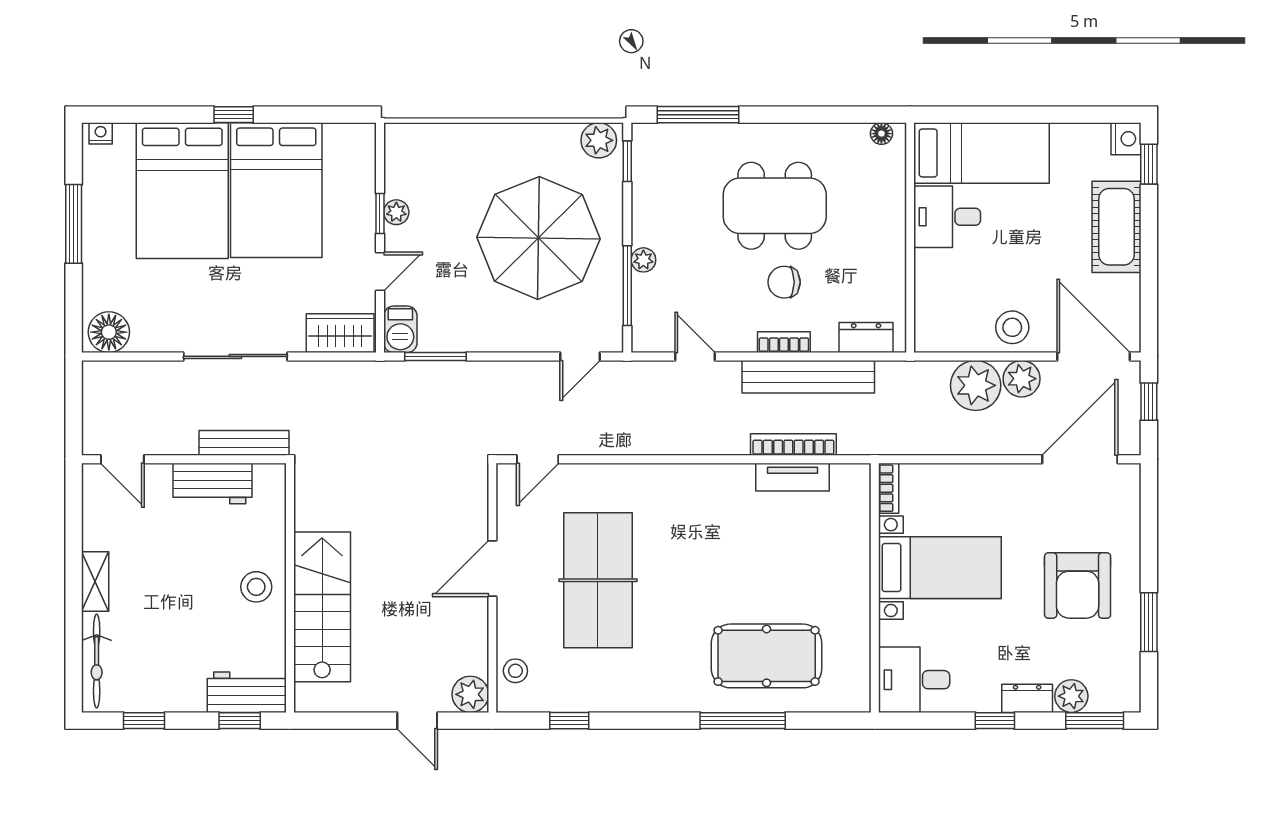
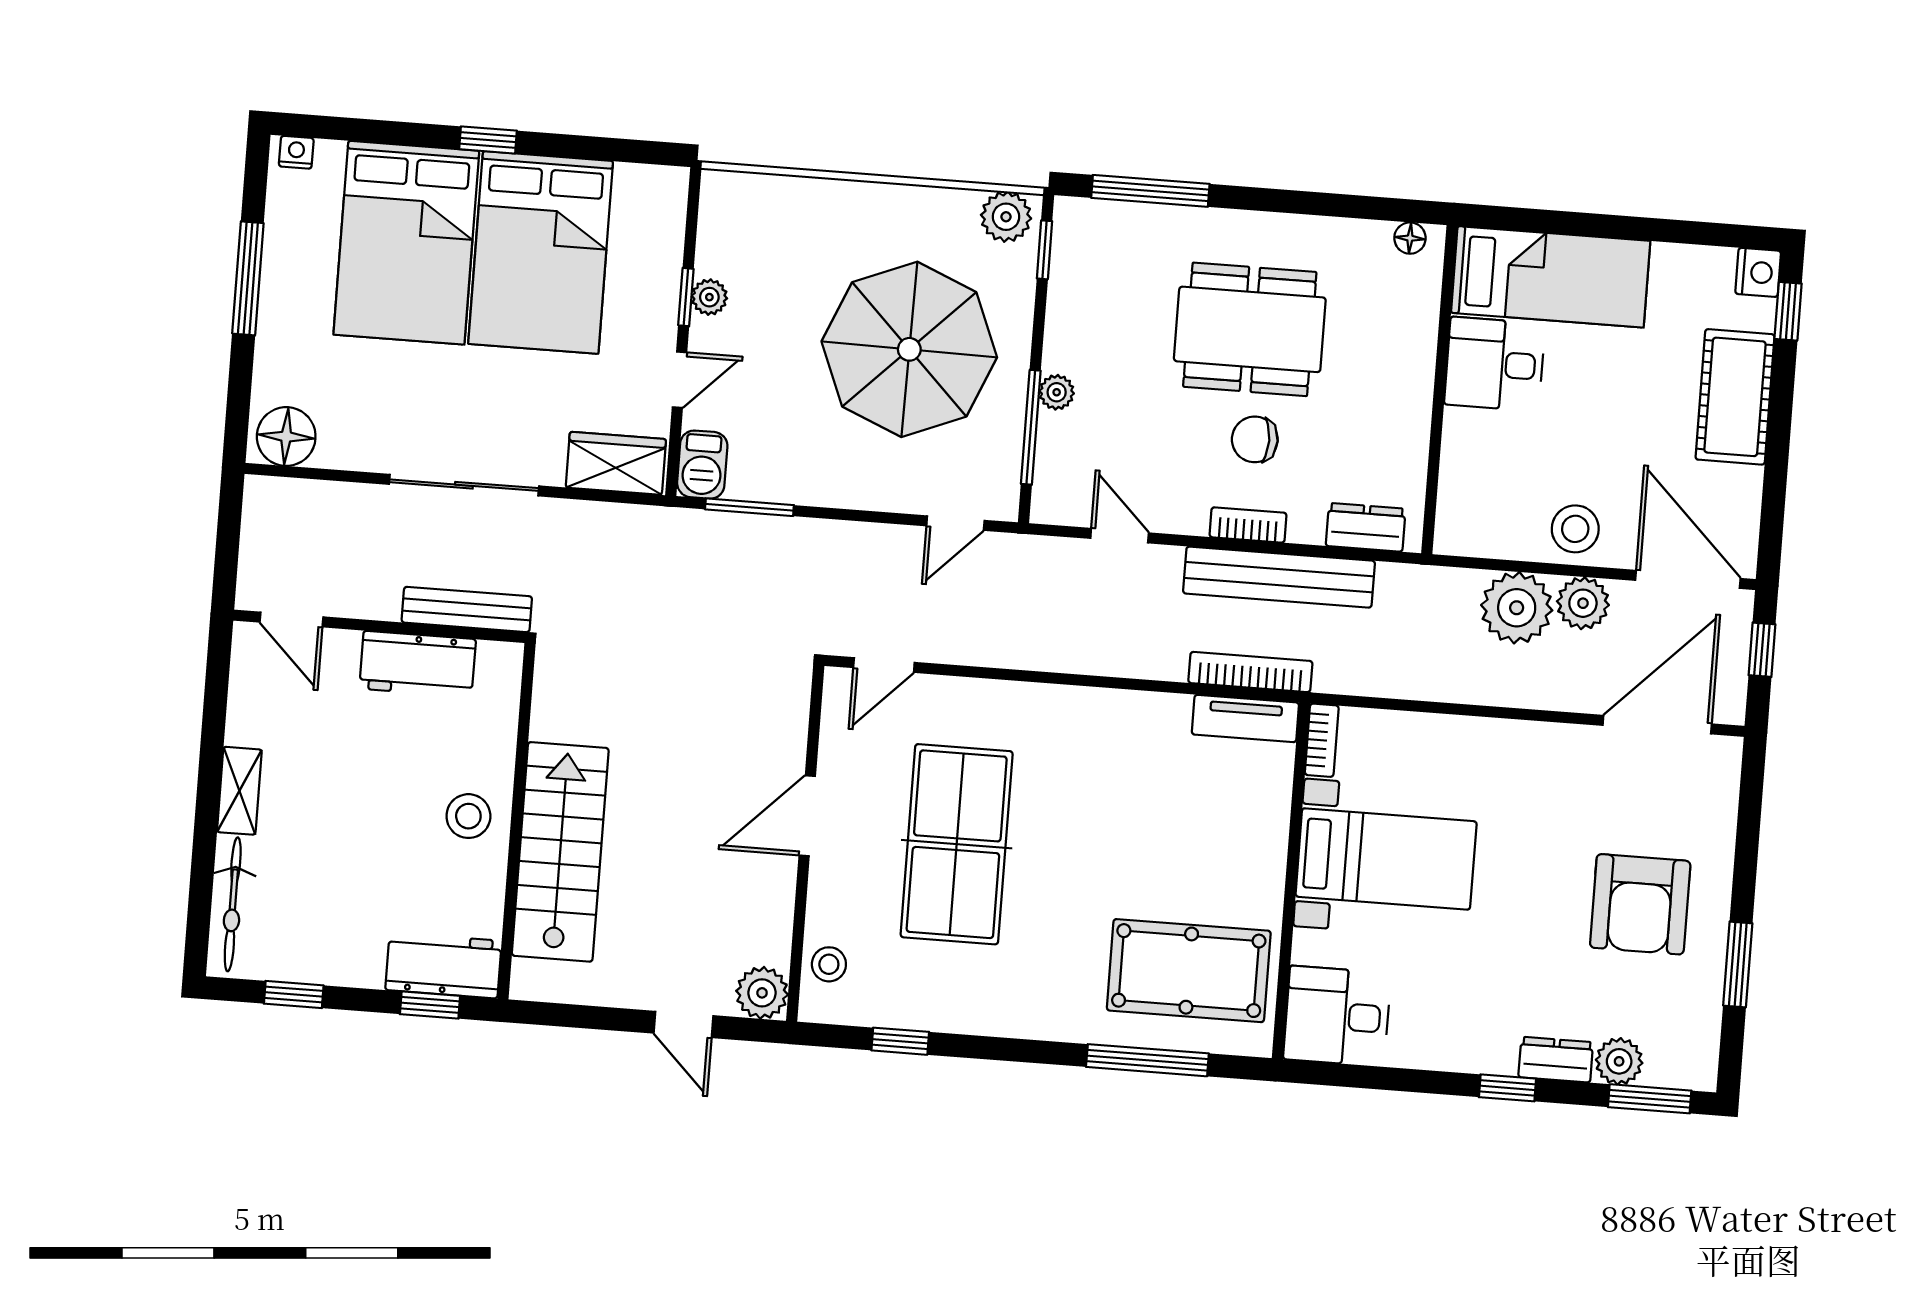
bookcase: (889, 488) -> (1322, 740), moved
bed with nightstands: (940, 568) -> (1386, 859), moved
wall: (875, 588) -> (1291, 881), moved
desk: (914, 680) -> (1337, 1016), moved

